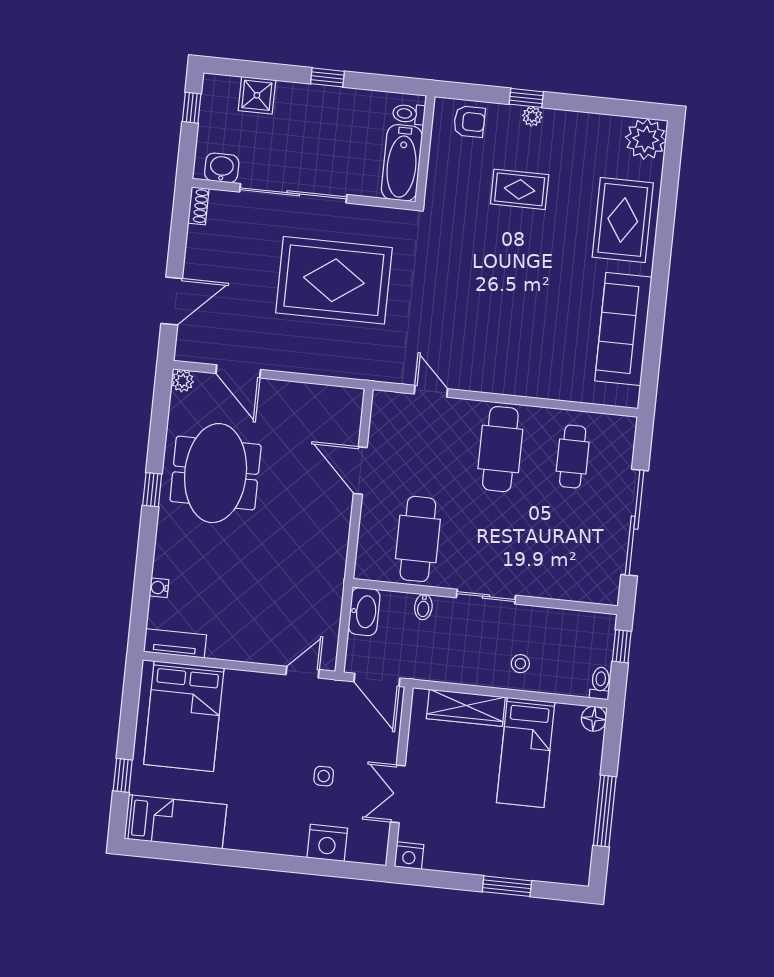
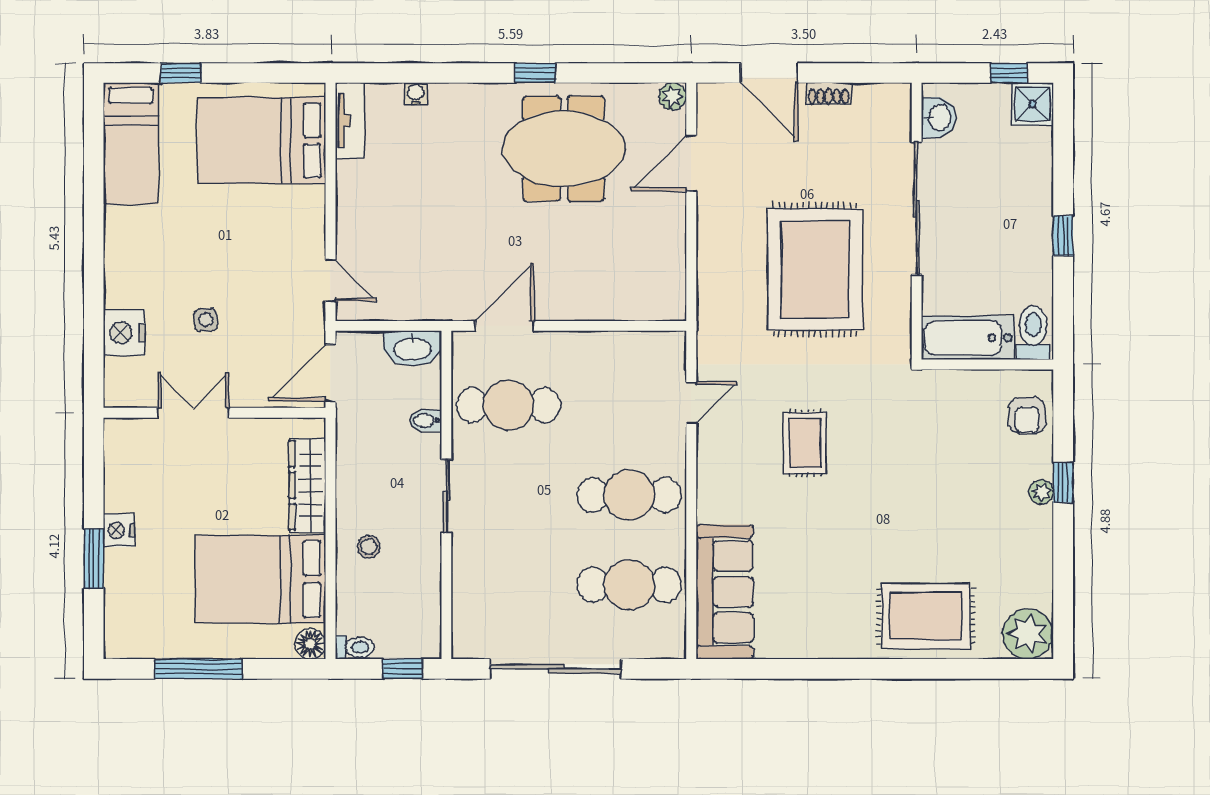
shower: (257, 95) -> (1032, 104), moved
toilet: (409, 114) -> (1033, 333), width x1.37, depth x1.39
rug: (520, 189) -> (805, 443), moved
shoe rack: (198, 206) -> (829, 94), moved
sofa: (623, 329) -> (725, 592), moved, turned 90
cafe table: (573, 457) -> (629, 585), width x1.37, depth x1.35
door: (360, 470) -> (504, 326), moved
bed: (526, 752) -> (260, 579), width x1.50
nightstand: (409, 856) -> (119, 530), moved

